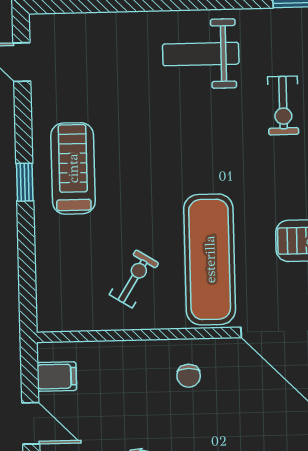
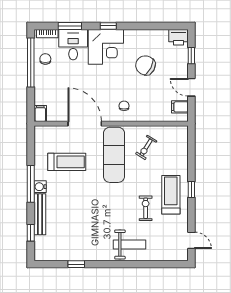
weight bench: (201, 54) -> (130, 244), moved
exercise bike: (283, 106) -> (146, 208), moved
treadmill: (73, 168) -> (171, 195), turned 180

